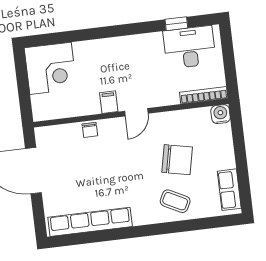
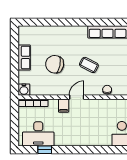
filing cabinet: (109, 102) -> (64, 106), moved
row of seats: (229, 190) -> (24, 57), moved
coffee table: (175, 201) -> (89, 65), moved

